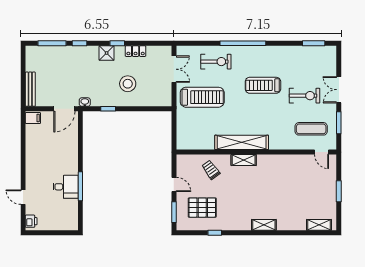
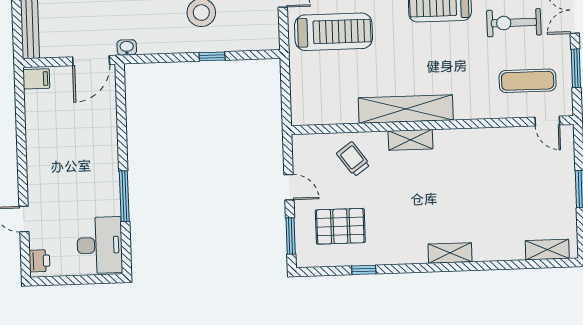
exercise bike: (305, 96) -> (514, 23), turned 180
window: (108, 109) -> (212, 56), moved
desk: (66, 187) -> (100, 245), moved, width x1.37

